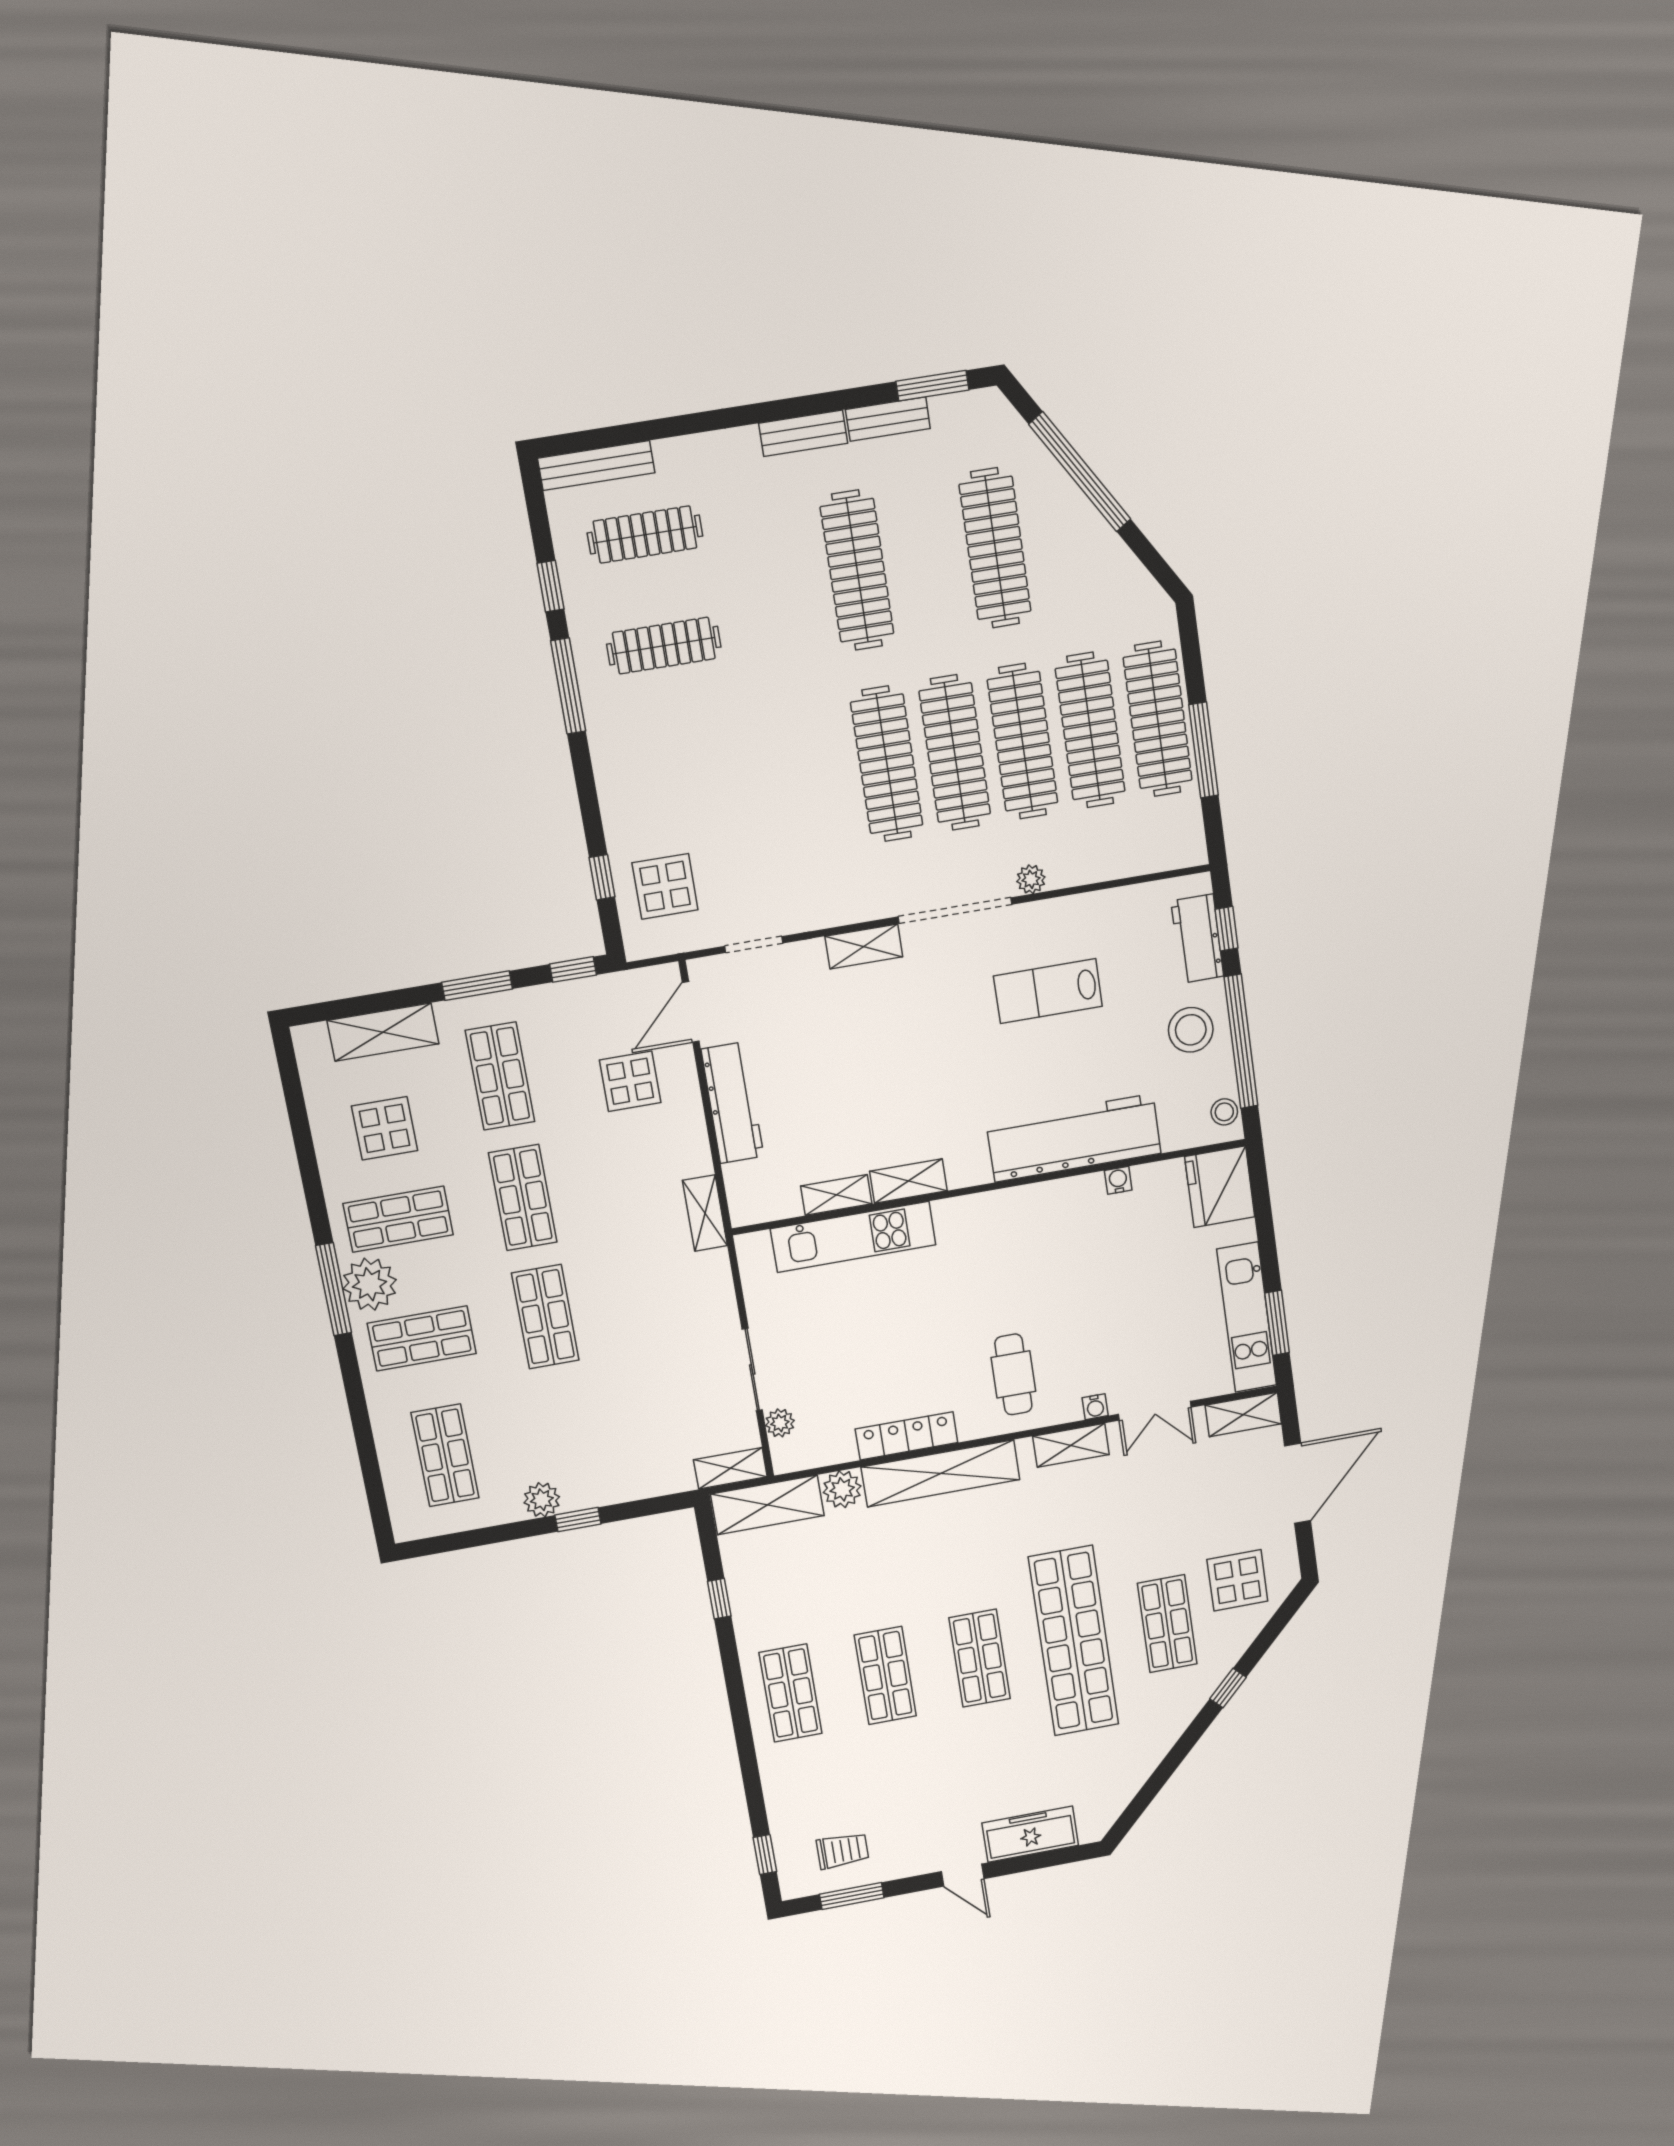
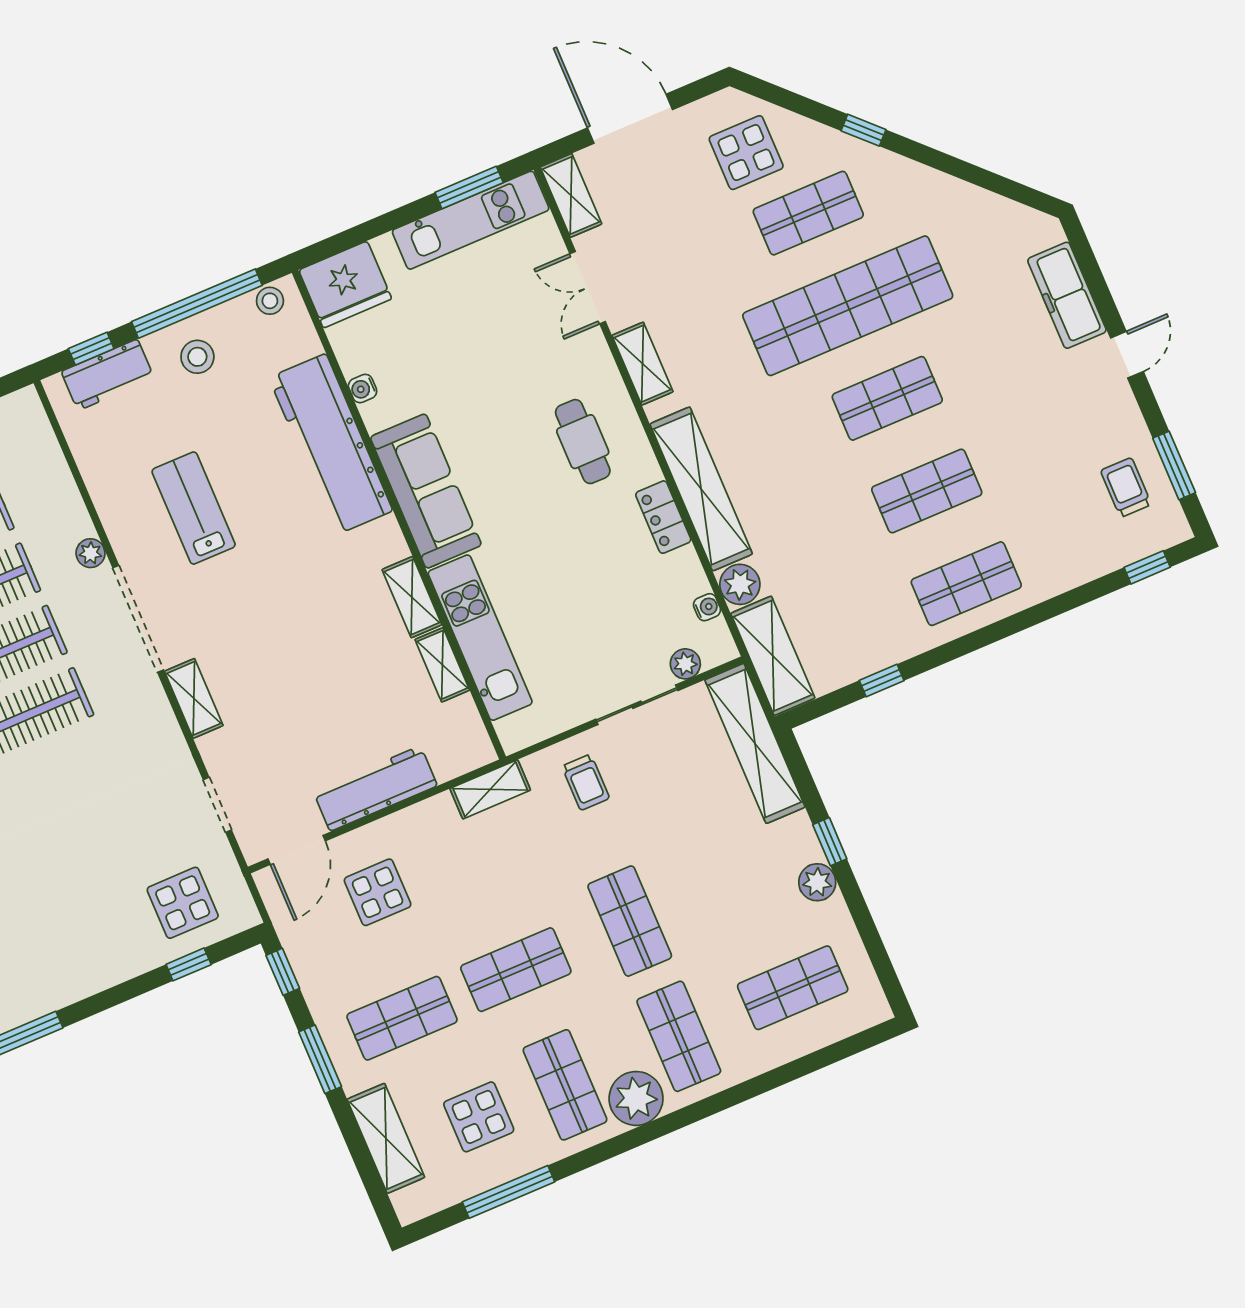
lab bench: (1048, 991) -> (194, 508), turned 180
door: (691, 1012) -> (297, 850), hinge flipped
stool: (1191, 1030) -> (197, 357), width x0.73, depth x0.73
sofa: (1006, 1218) -> (426, 491), added
window: (334, 1289) -> (508, 1192), moved
trolley: (690, 1305) -> (586, 782), added
shop shelf: (545, 1317) -> (630, 921), turned 90
cafe table: (1013, 1374) -> (583, 442), turned 90
water cooler: (1095, 1407) -> (707, 607), moved
double door: (1155, 1411) -> (588, 288), swing flipped
locker: (907, 1436) -> (663, 517), width x0.66
shelving: (730, 1468) -> (755, 743), width x2.20, depth x1.33

